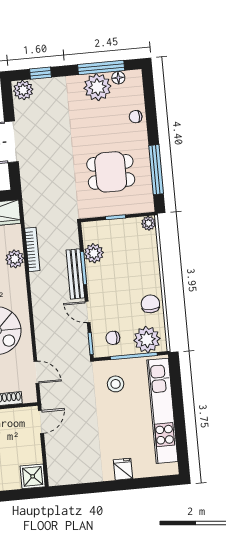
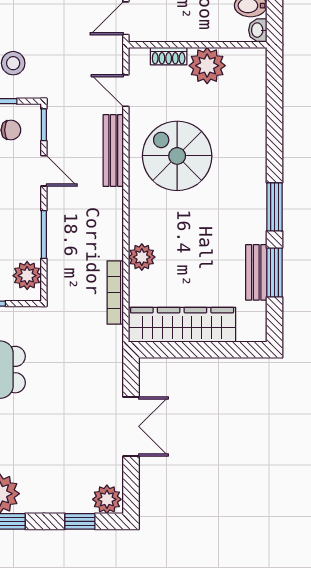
bookcase: (32, 249) -> (115, 293), moved
plant: (94, 253) -> (27, 276), moved
bench: (75, 274) -> (113, 150), moved

